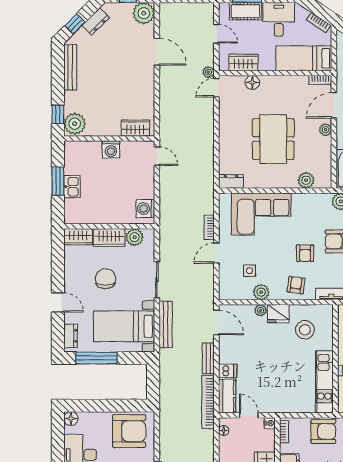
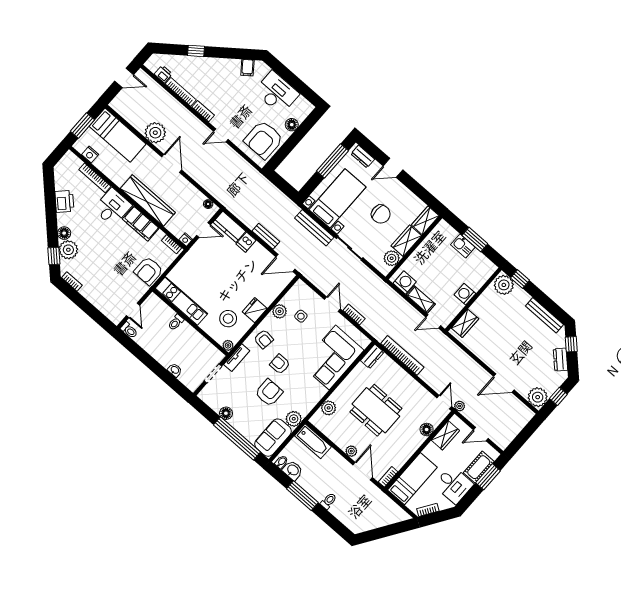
shelving: (148, 183) -> (421, 299), added
plant: (261, 310) -> (228, 345), moved
bookcase: (208, 402) -> (402, 355), moved
floor lamp: (71, 419) -> (292, 125), moved

